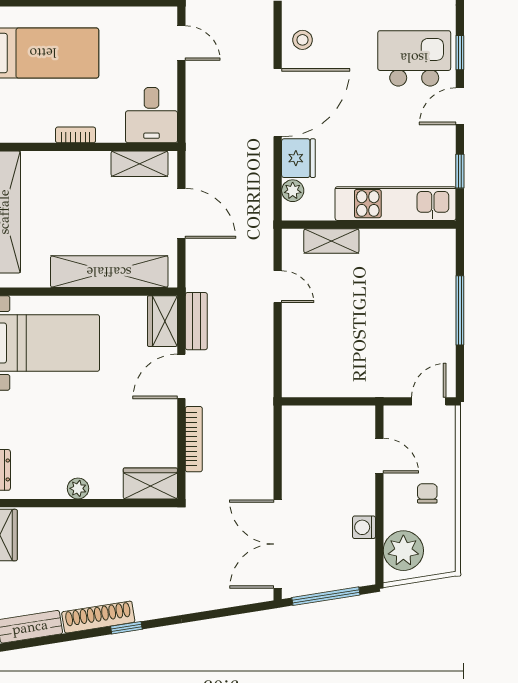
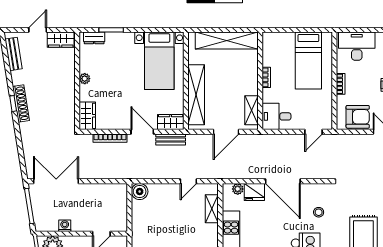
stool: (302, 40) -> (319, 212), moved
boiler: (298, 381) -> (140, 192), added
shoe rack: (98, 617) -> (21, 103), moved

